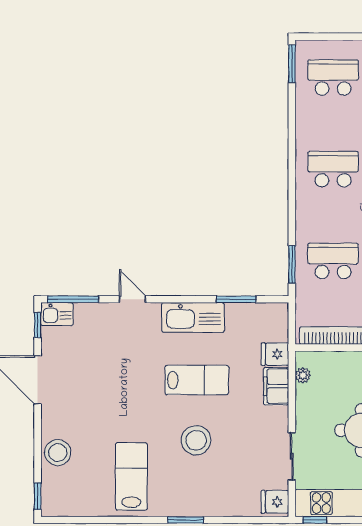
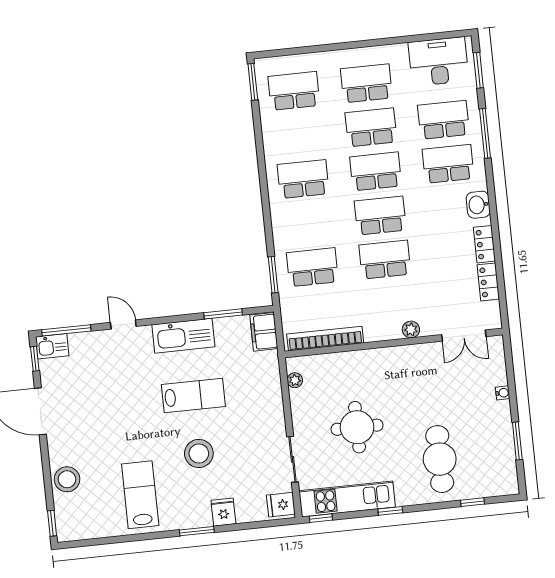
fridge: (275, 354) -> (223, 512), moved, turned 90
filing cabinet: (276, 386) -> (264, 332), moved

